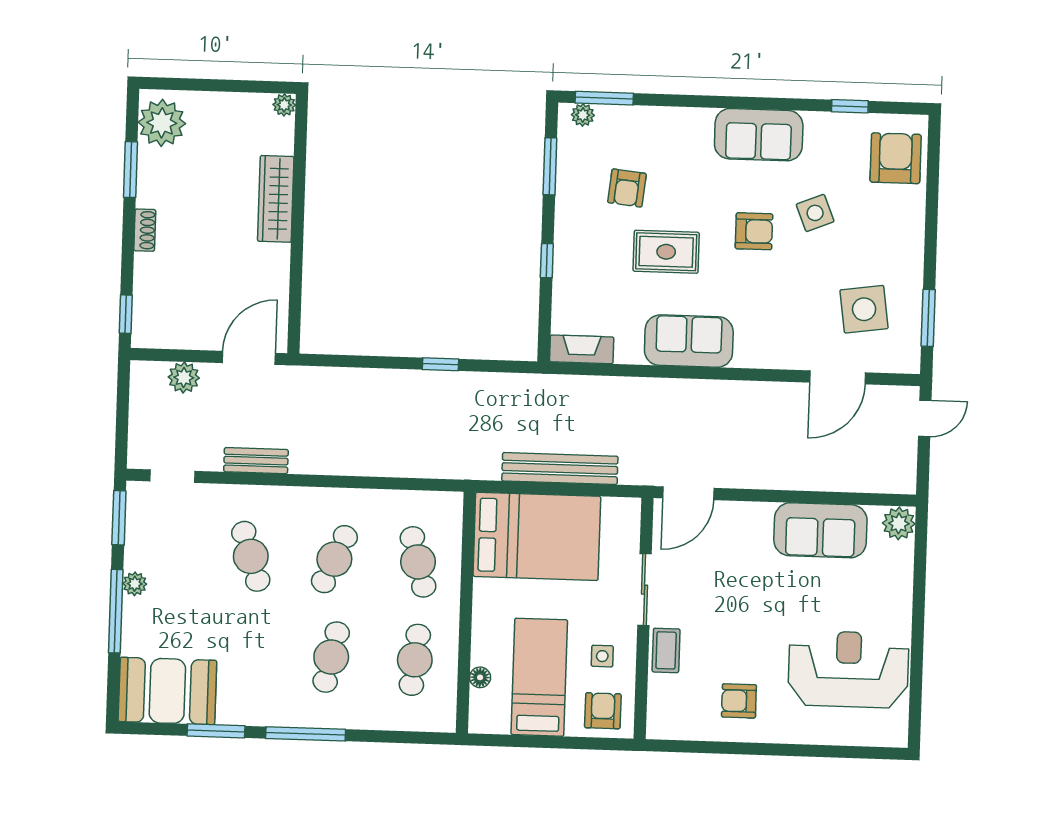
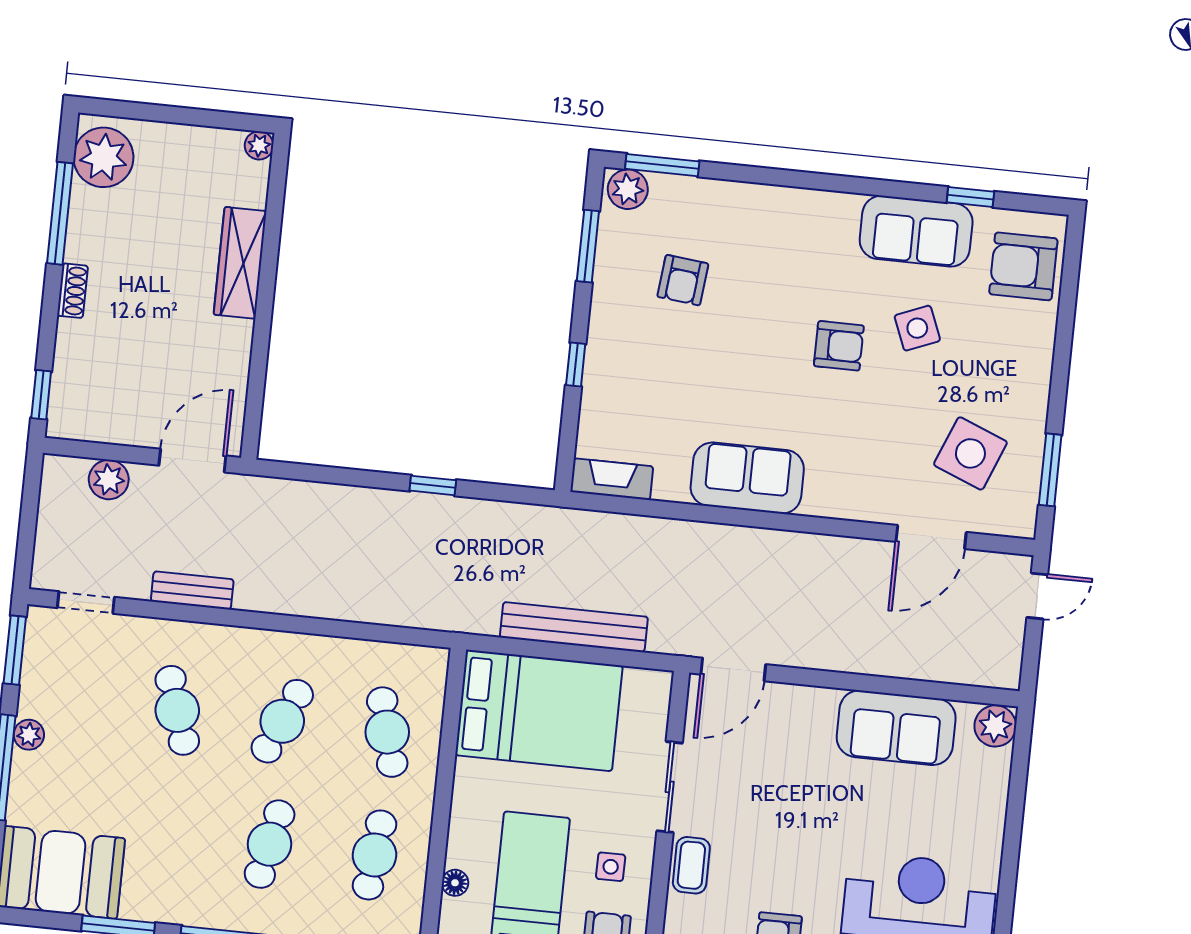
plant: (583, 115) -> (628, 189), width x1.38, depth x1.38
sofa: (759, 135) -> (916, 231), moved
armchair: (896, 158) -> (1023, 266), turned -90
window: (130, 170) -> (60, 213), width x1.44
rug: (666, 252) -> (727, 364), removed
side table: (864, 309) -> (970, 453), turned 30

